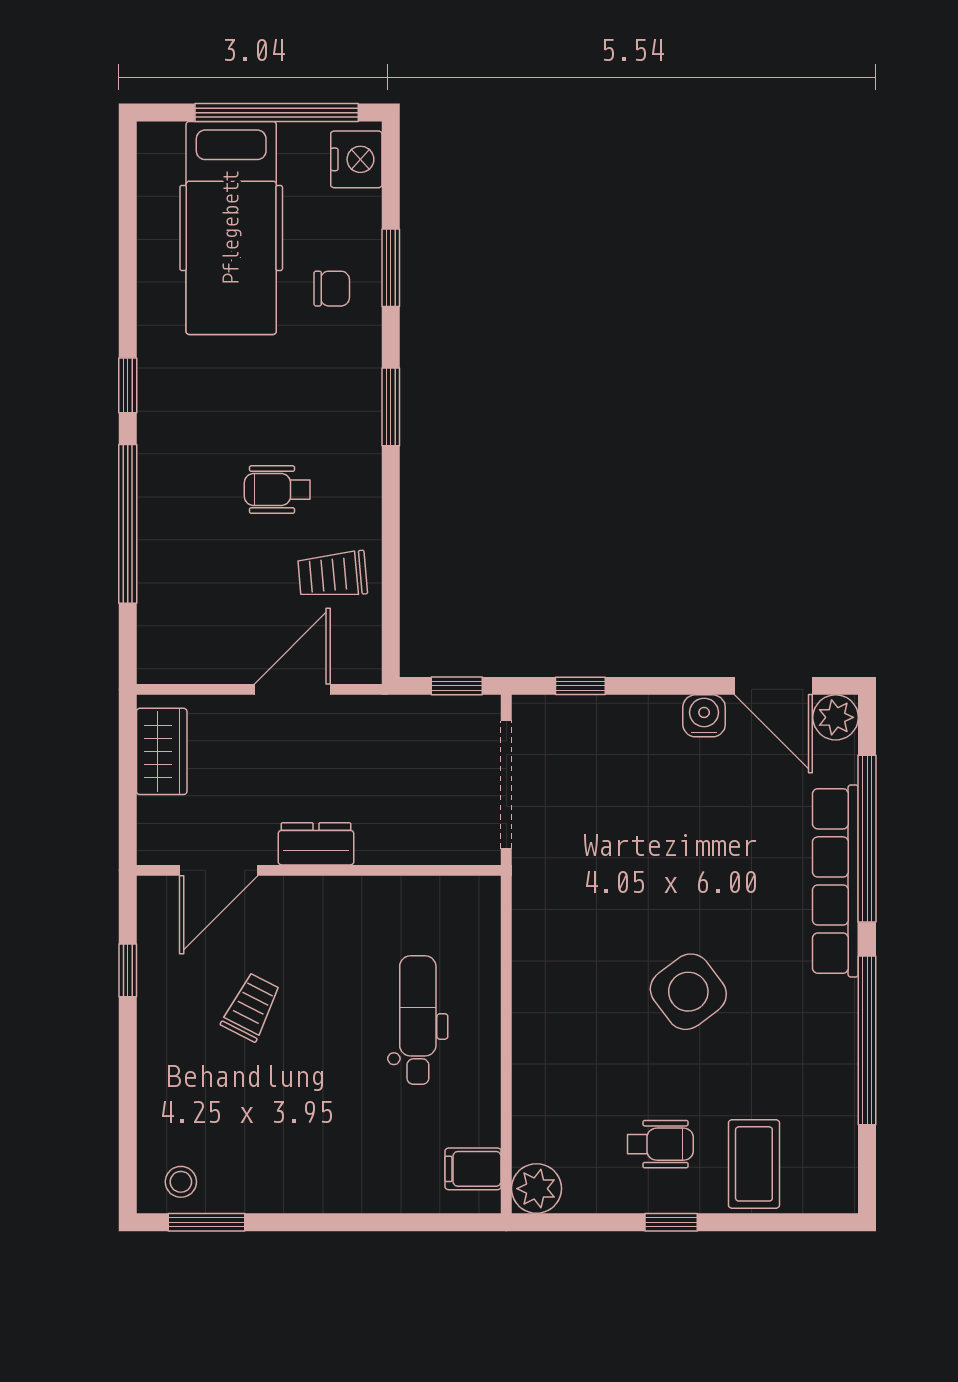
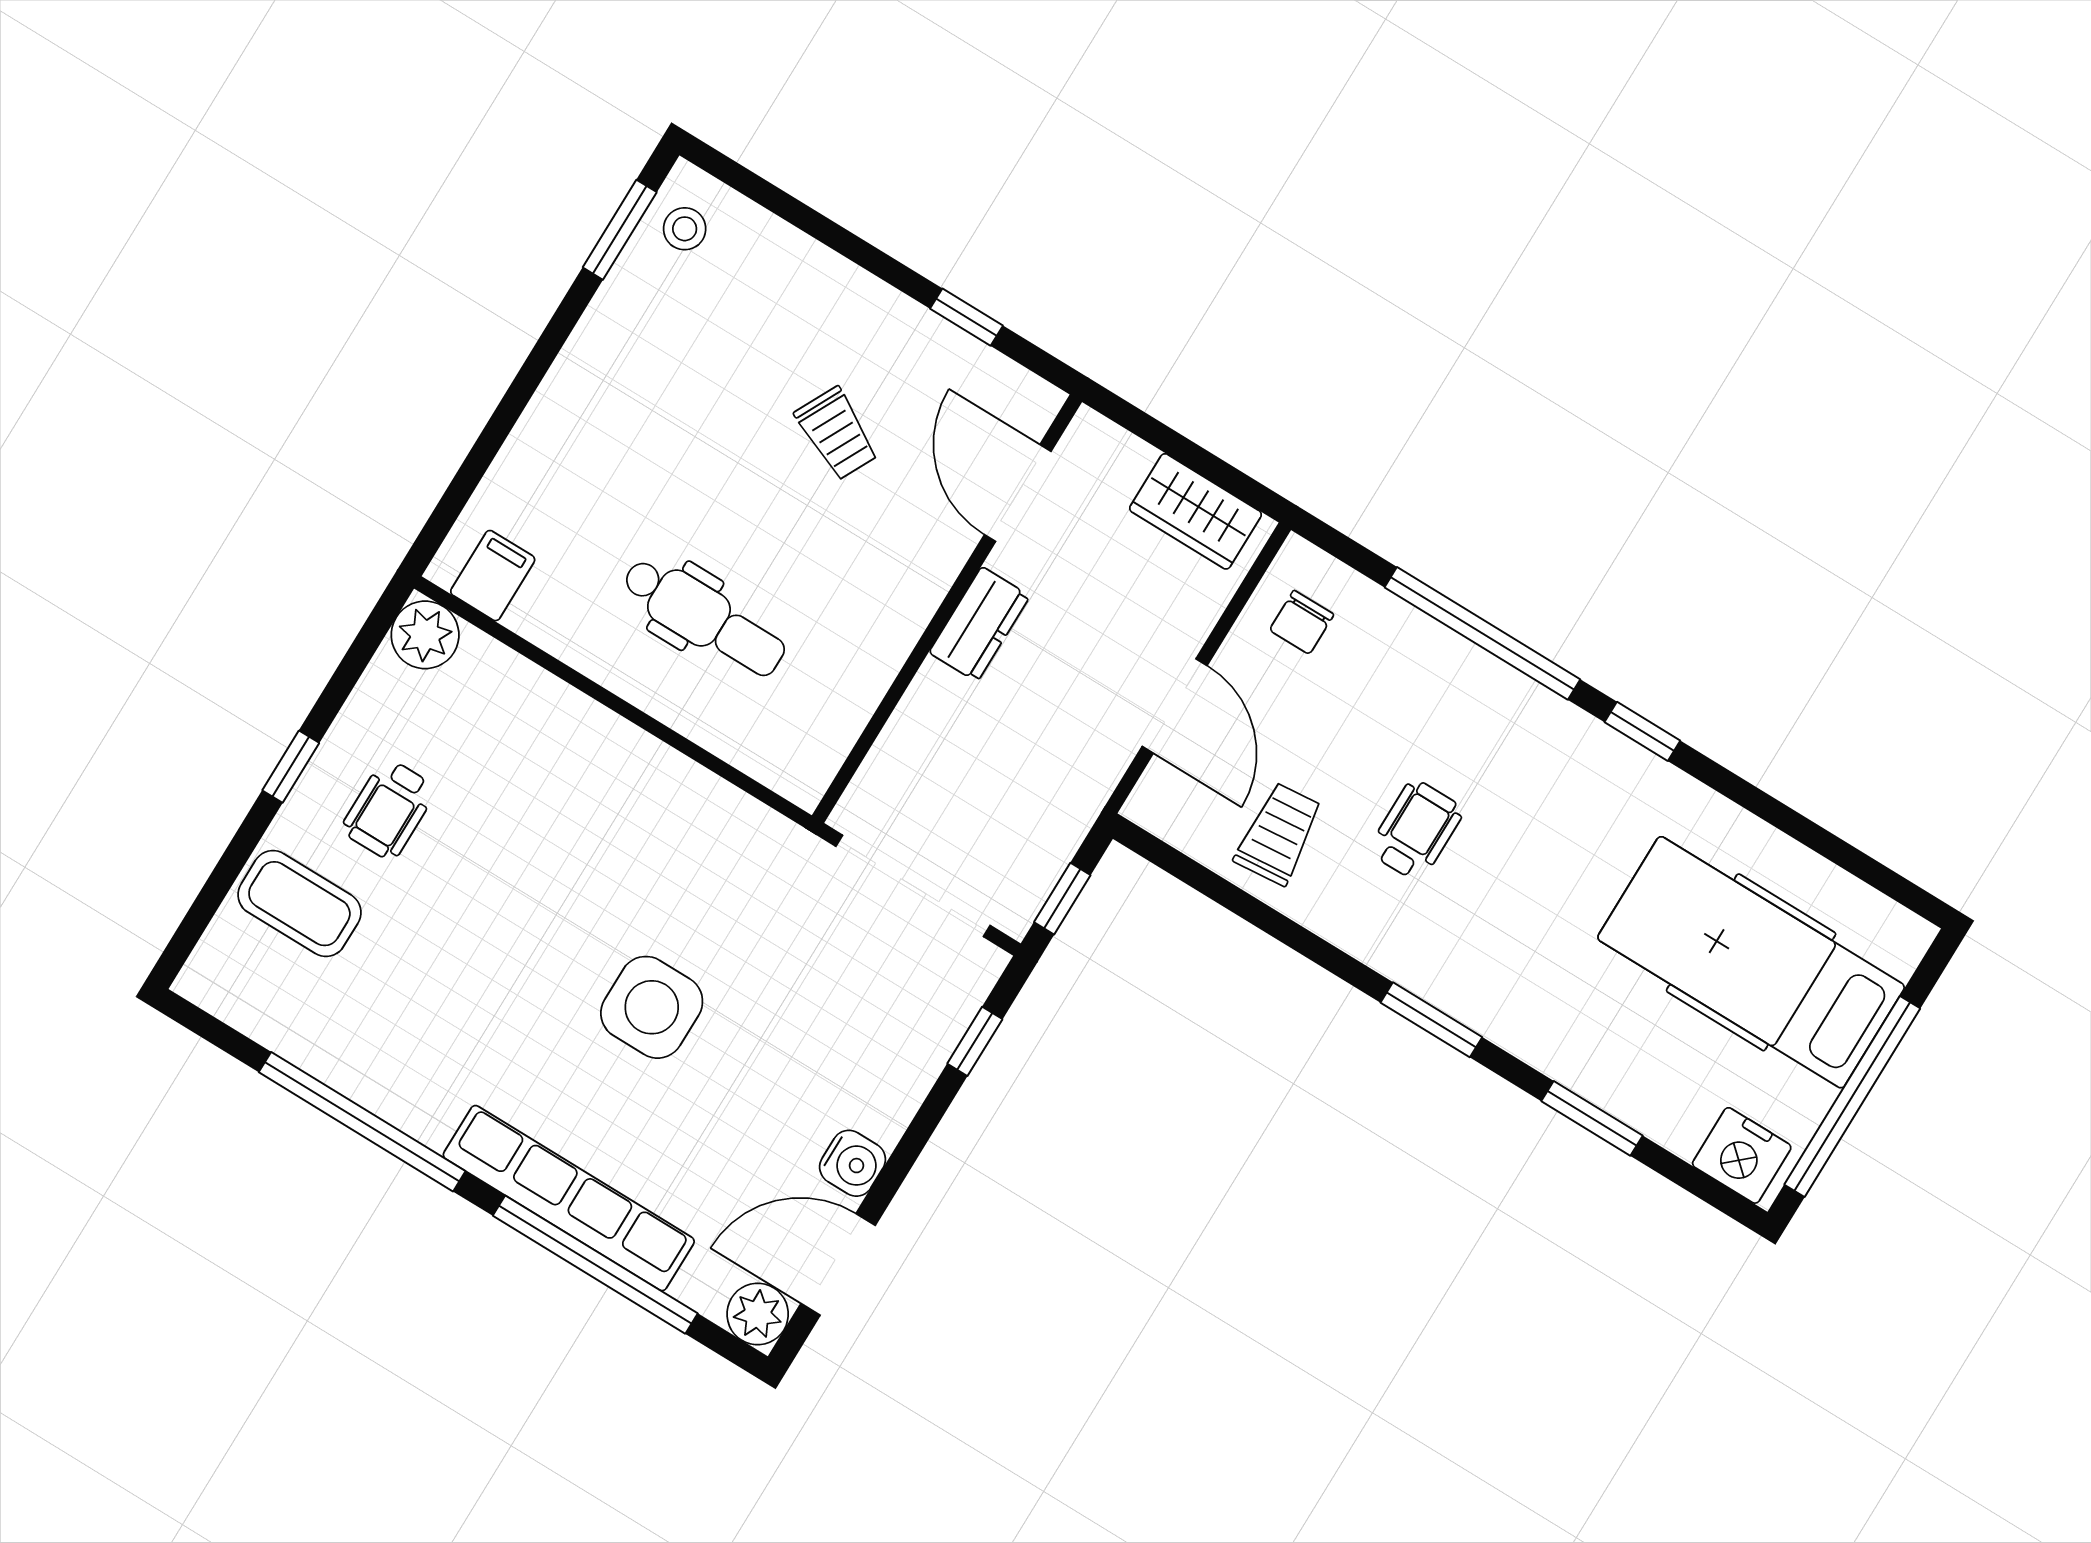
chair: (332, 289) -> (1302, 622), moved
side table: (688, 992) -> (652, 1007), moved, turned 37

